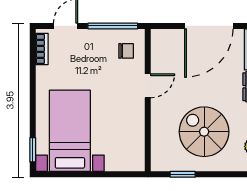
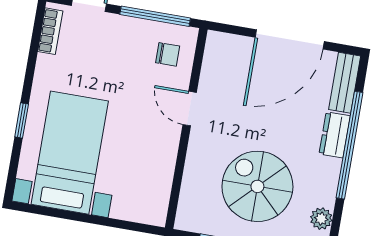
door: (148, 86) -> (190, 109), swing flipped
window: (33, 150) -> (22, 120), moved

